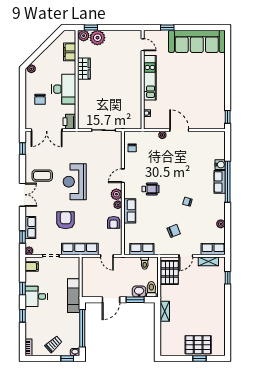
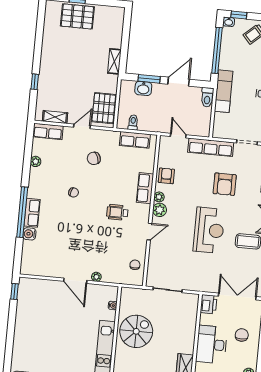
spiral stairs: (126, 94) -> (136, 331), added
window: (228, 278) -> (35, 82), moved
toilet: (151, 289) -> (207, 97), moved

